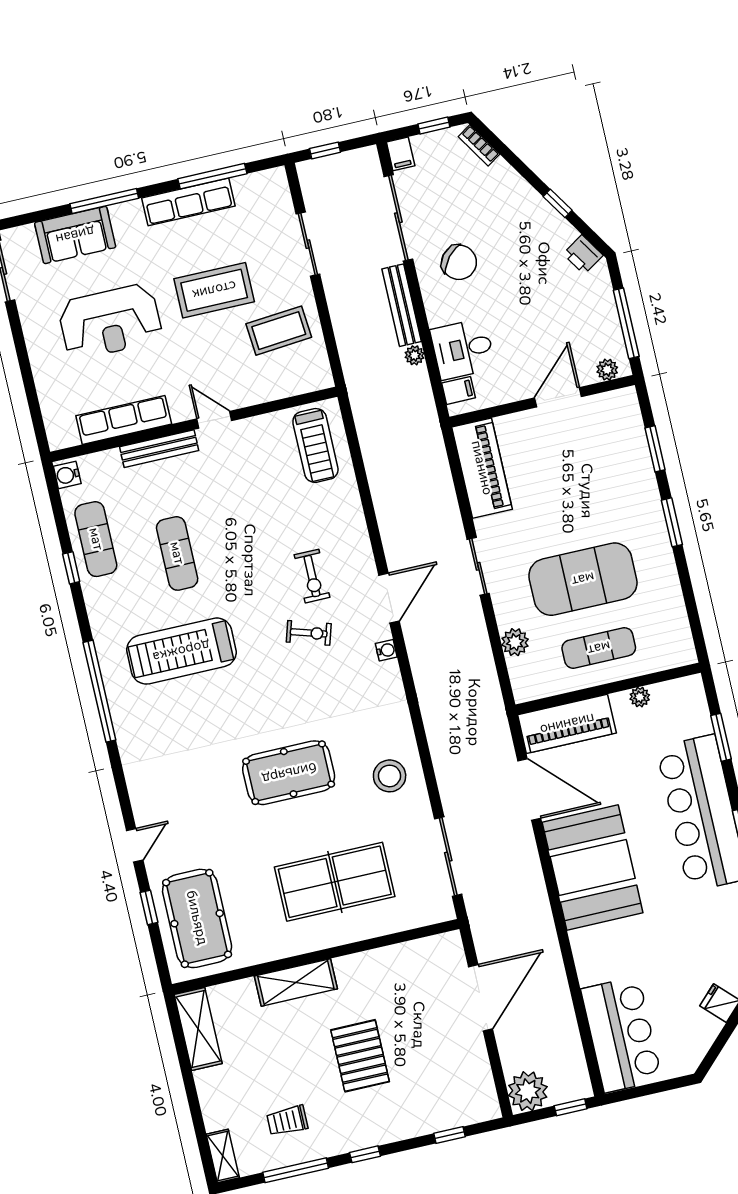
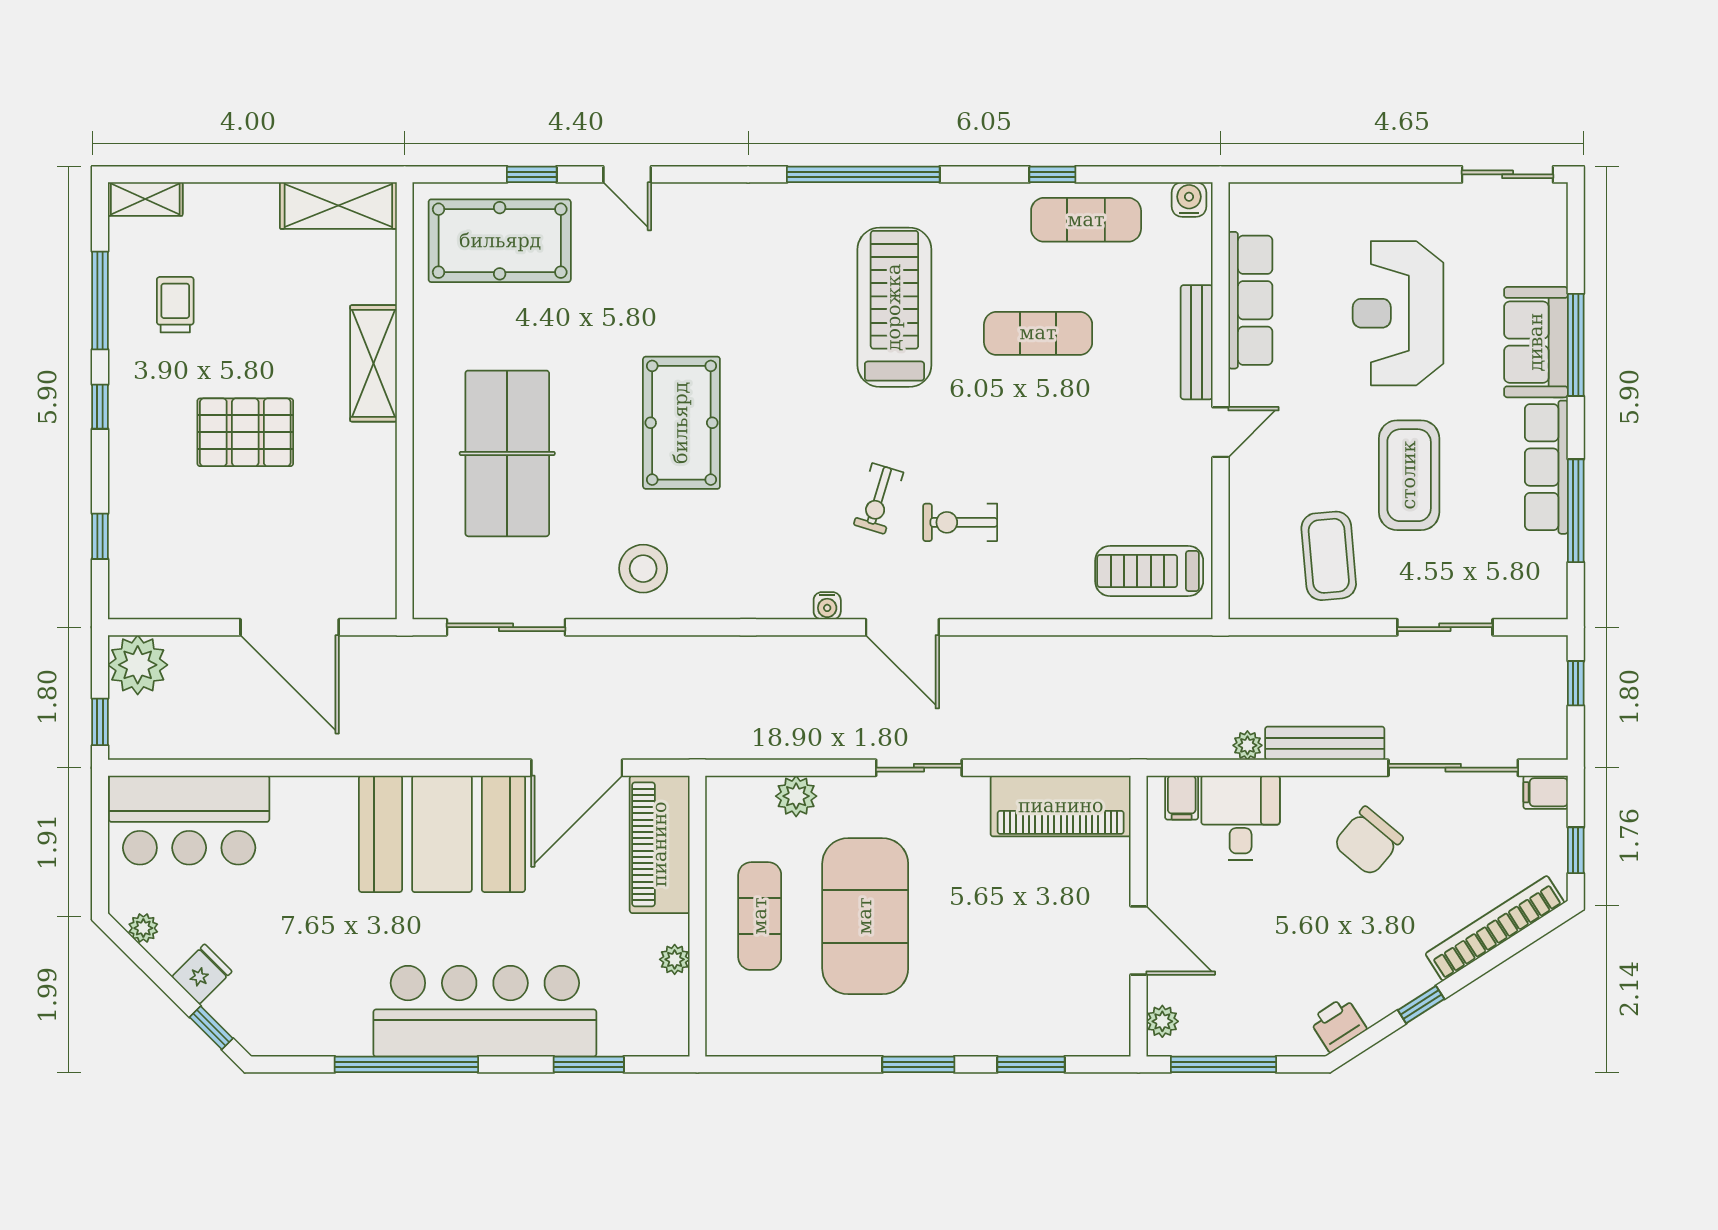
bookcase: (479, 145) -> (1495, 928), width x2.31, depth x1.31
sofa: (75, 235) -> (1536, 342), moved
plant: (699, 1048) -> (143, 928), added

